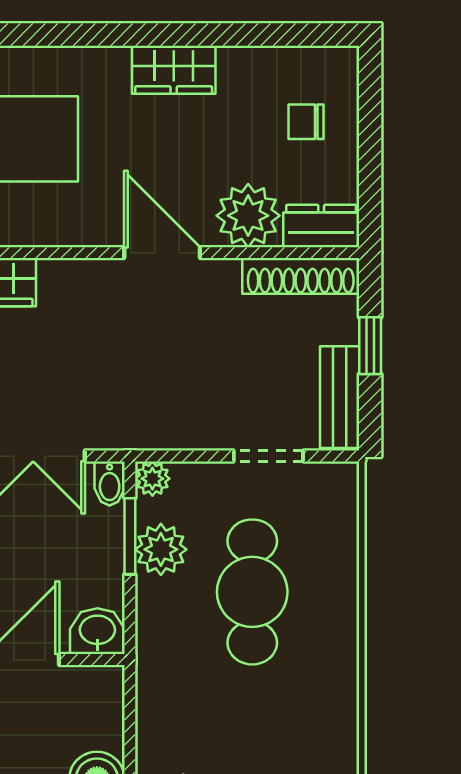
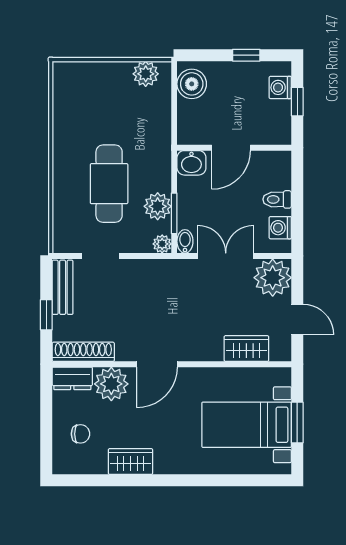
wardrobe: (174, 70) -> (130, 462), moved
door: (162, 253) -> (157, 364), hinge flipped

